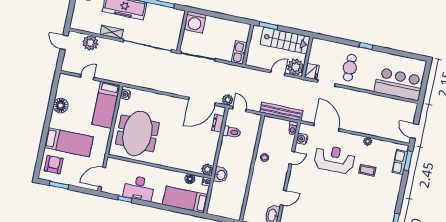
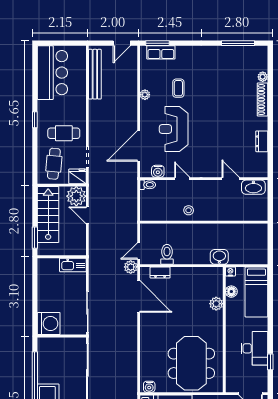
cafe table: (326, 54) -> (54, 164), added
bar counter: (399, 84) -> (52, 73), moved, turned 180
bench: (281, 111) -> (95, 74), moved
meeting table: (137, 133) -> (191, 363), turned 90
plant: (207, 169) -> (216, 304), moved

